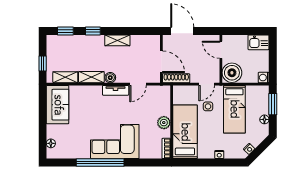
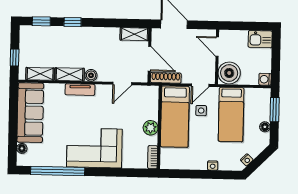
shelving: (117, 40) -> (134, 34), moved
tv unit: (116, 90) -> (80, 90), moved
sofa: (58, 105) -> (30, 113), width x1.36
bed: (185, 132) -> (175, 117), moved, turned 180
window: (100, 163) -> (58, 171), moved

